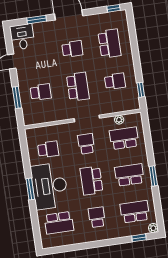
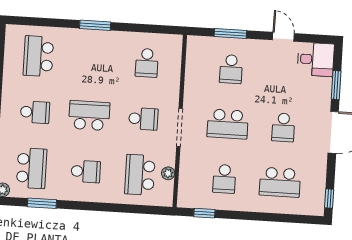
school desk: (124, 138) -> (140, 175), turned 180
school desk: (129, 175) -> (86, 171), width x0.54
window: (153, 176) -> (42, 203), moved
desk: (49, 186) -> (94, 54), removed

